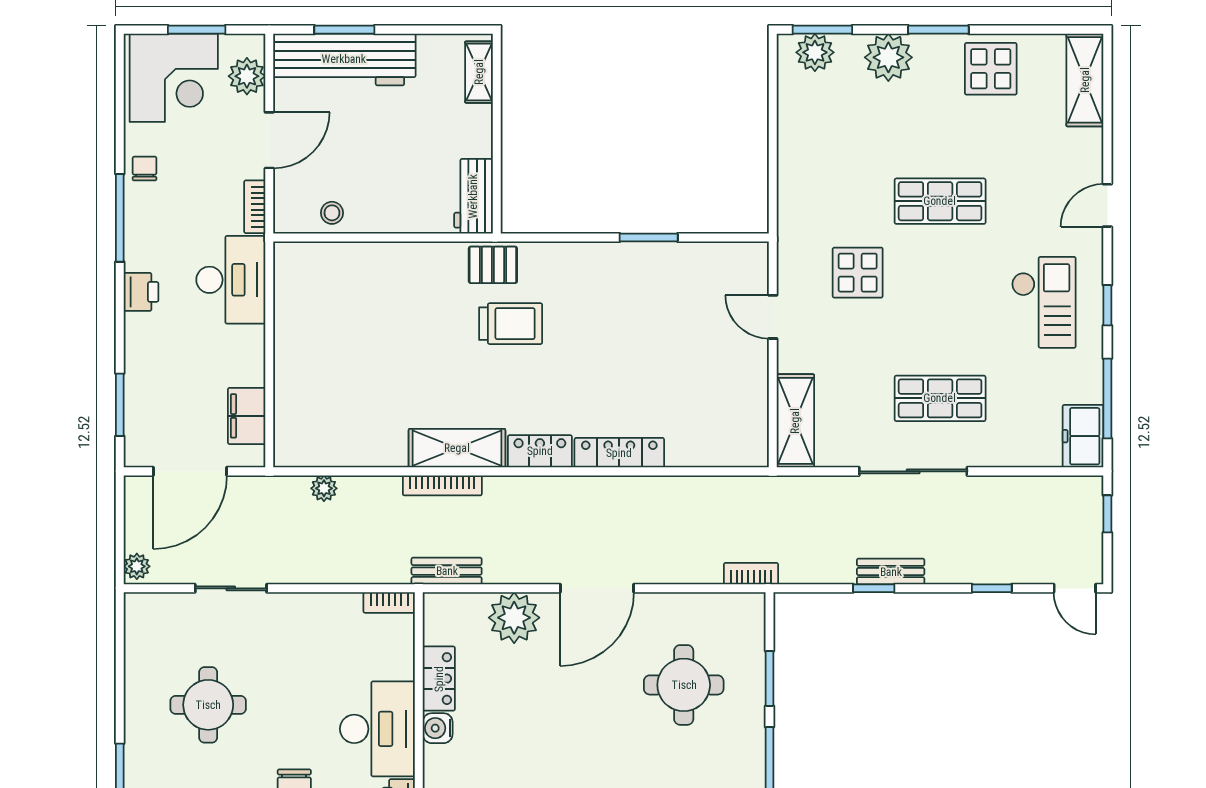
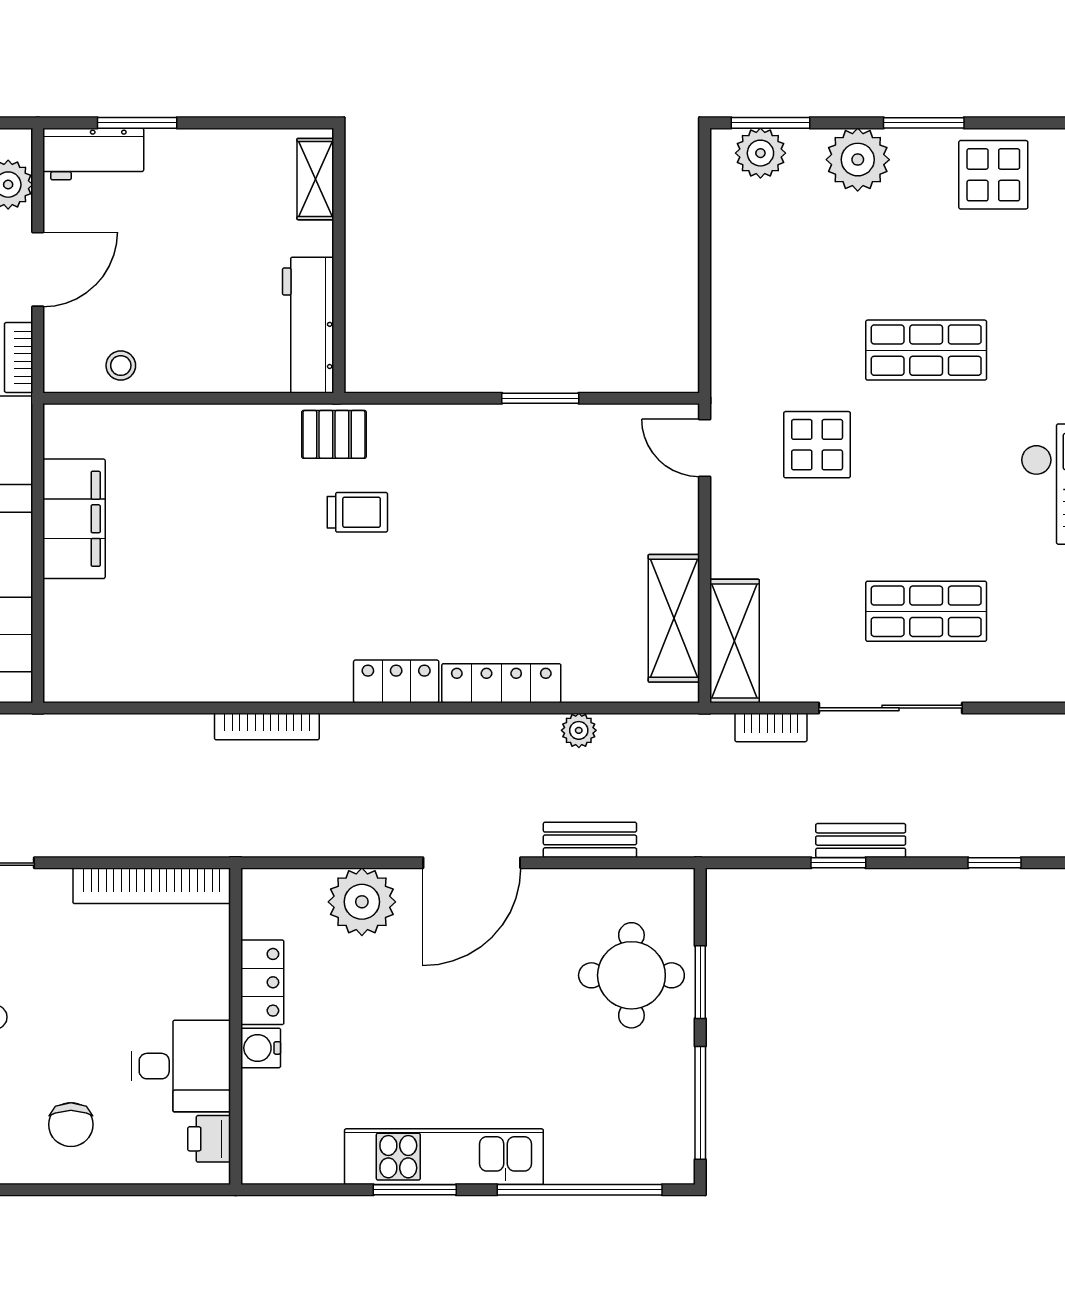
workbench: (344, 59) -> (93, 154), width x0.53, depth x0.76
workbench: (473, 196) -> (308, 325), width x1.38
door: (773, 317) -> (705, 448), moved
trolley: (511, 324) -> (357, 512), width x0.73, depth x0.72
filing cabinet: (297, 329) -> (74, 519), added
shelving: (457, 448) -> (674, 618), moved, turned 90
plant: (324, 488) -> (579, 730), moved
bench: (447, 571) -> (590, 840), moved
bookcase: (751, 574) -> (771, 727), moved, turned 180
bookcase: (389, 603) -> (152, 886), width x2.31, depth x1.31
round table: (684, 685) -> (631, 975), moved
desk: (377, 729) -> (181, 1066), width x0.73

